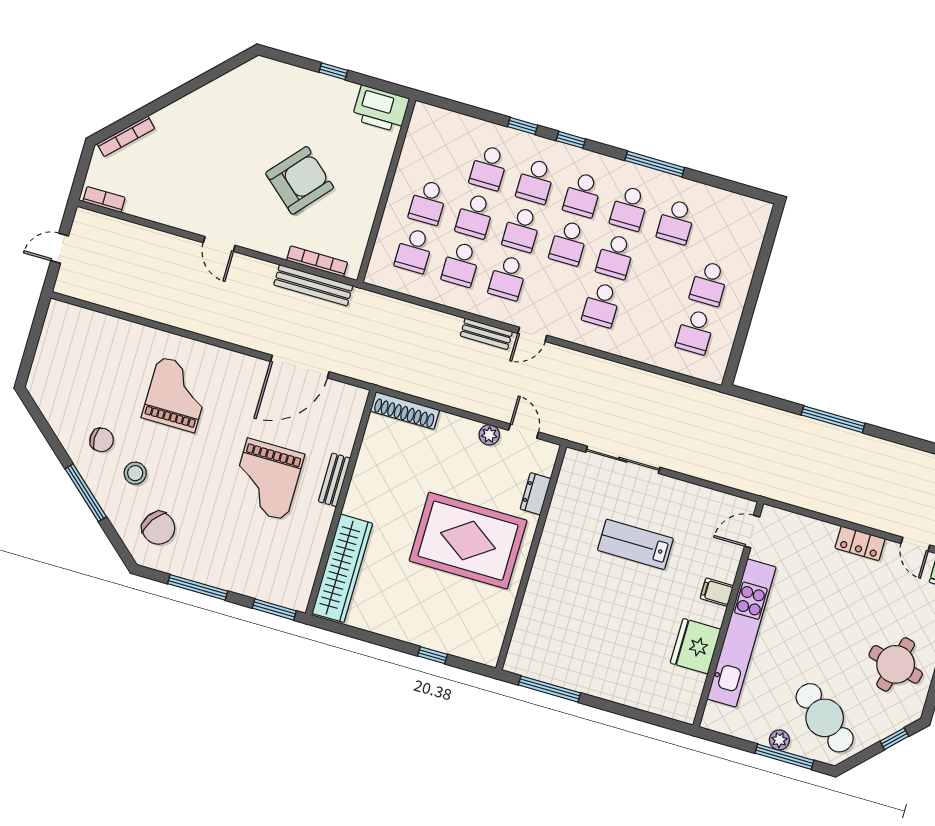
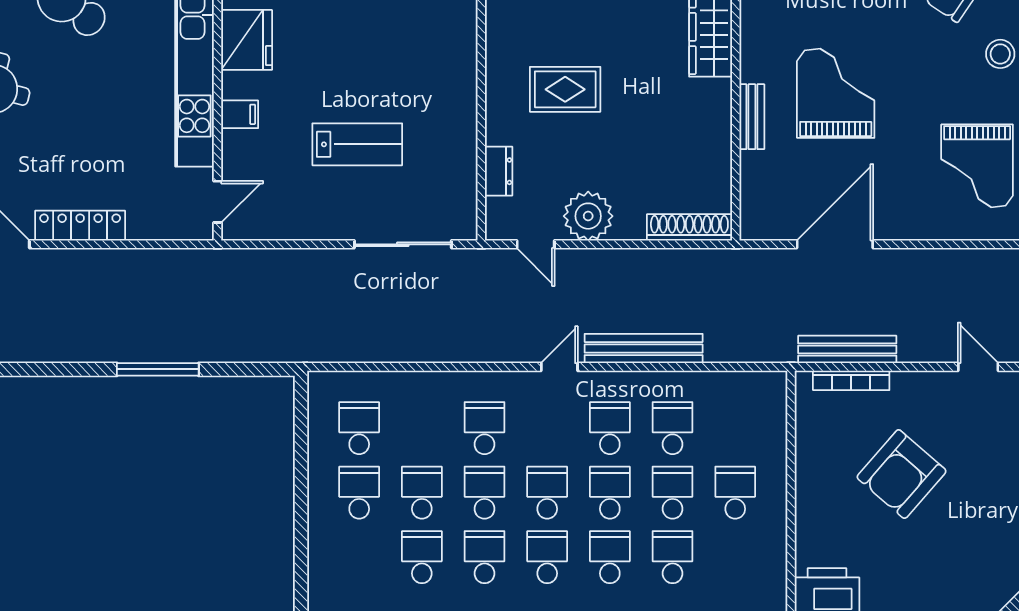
school desk: (414, 251) -> (422, 493), moved
bench: (486, 334) -> (644, 349), width x1.86, depth x1.21
plant: (489, 435) -> (588, 216), width x1.88, depth x1.88
rug: (468, 541) -> (565, 89), width x0.54, depth x0.49
locker: (860, 543) -> (80, 226), width x1.53

